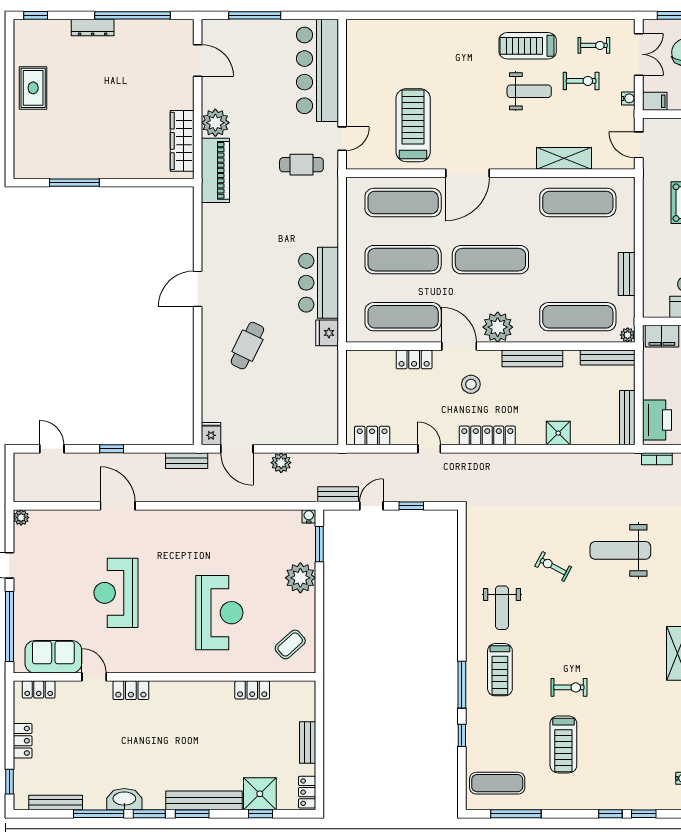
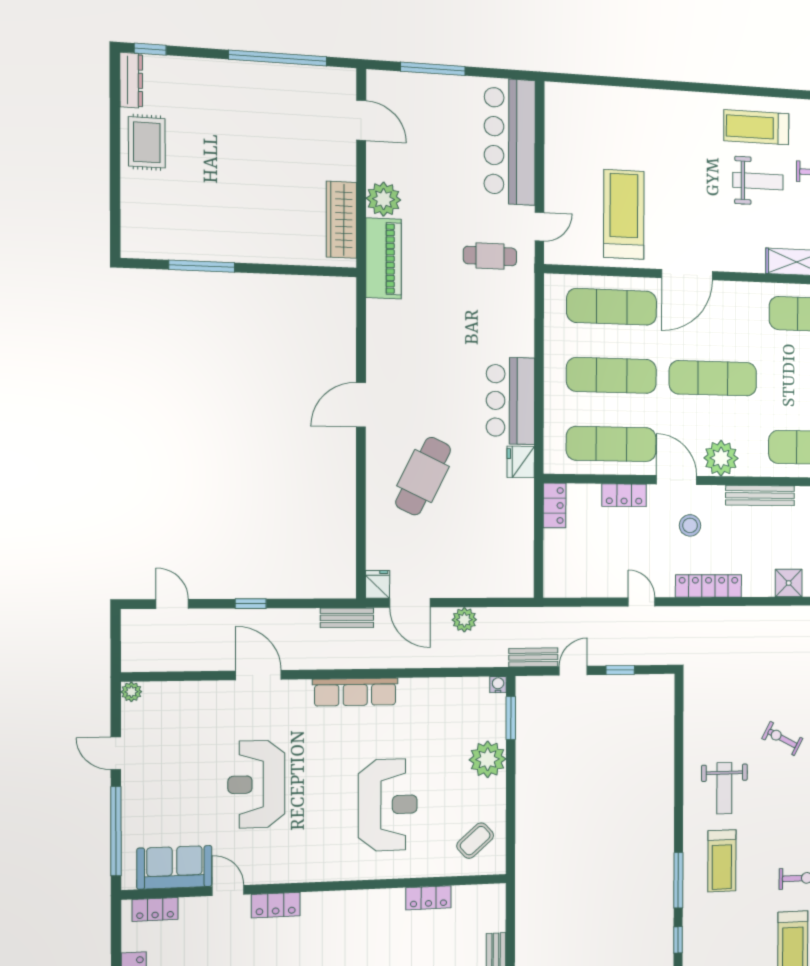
dresser: (93, 27) -> (131, 80), moved, turned -90
cafe table: (247, 346) -> (423, 476), width x1.37, depth x1.35
locker: (372, 436) -> (555, 505), moved, turned 90
row of seats: (193, 521) -> (355, 692), added

